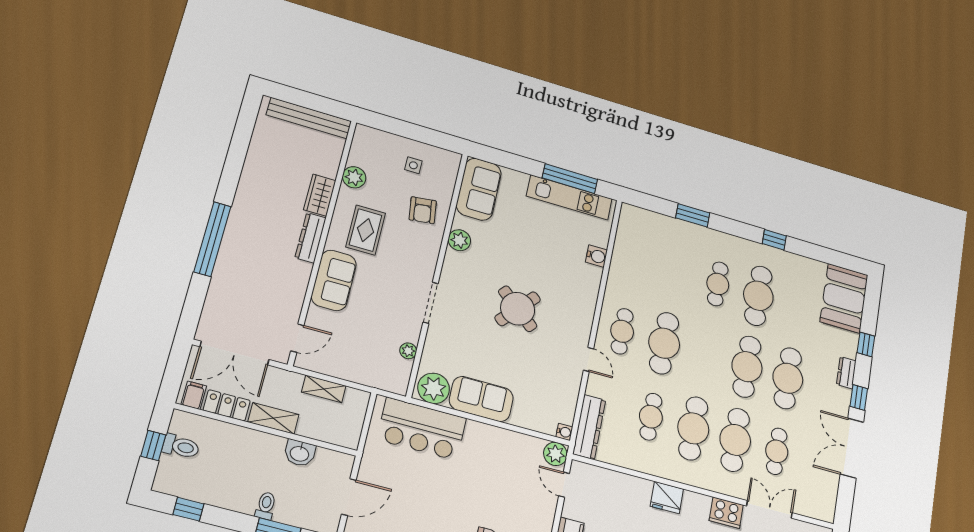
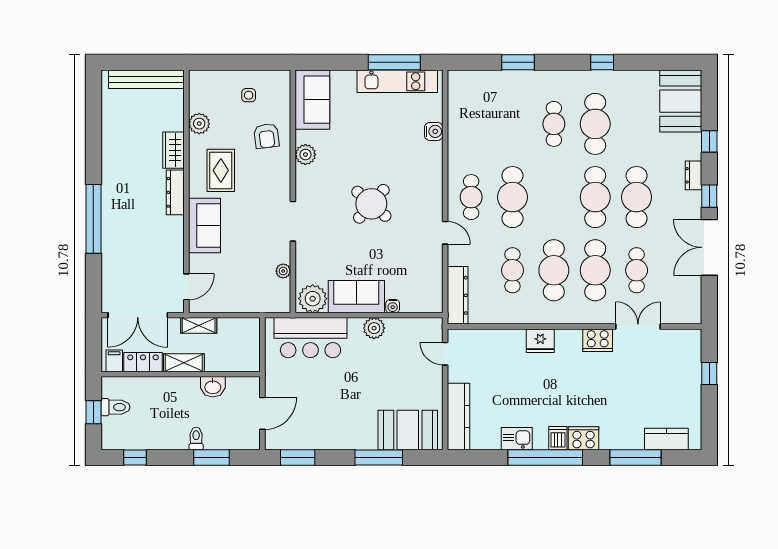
shelving: (324, 389) -> (199, 325), moved
water cooler: (564, 432) -> (393, 306), moved, turned 90
plant: (555, 454) -> (374, 328), moved

